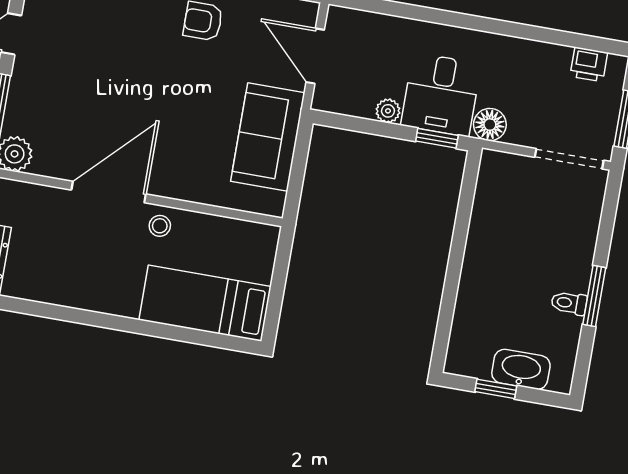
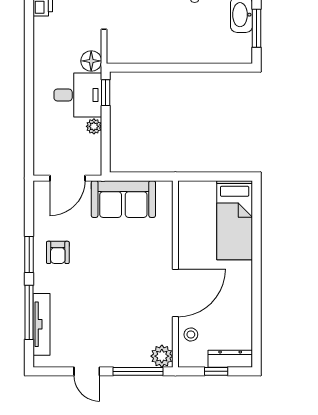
door: (109, 192) -> (175, 293), swing flipped
stool: (160, 226) -> (191, 335), moved
window: (496, 389) -> (257, 28), width x1.50

